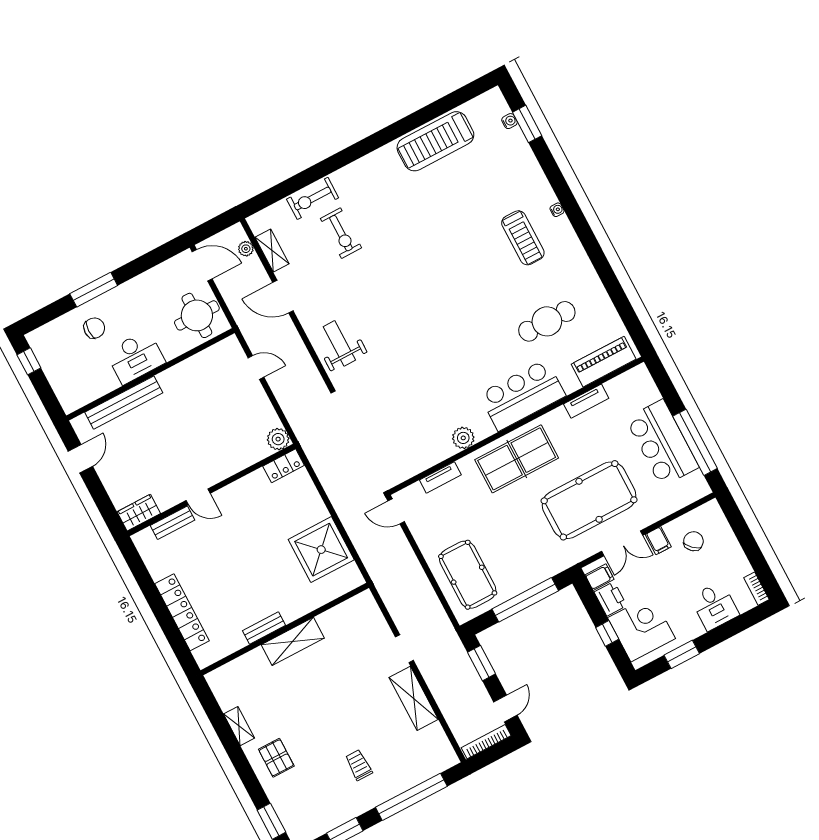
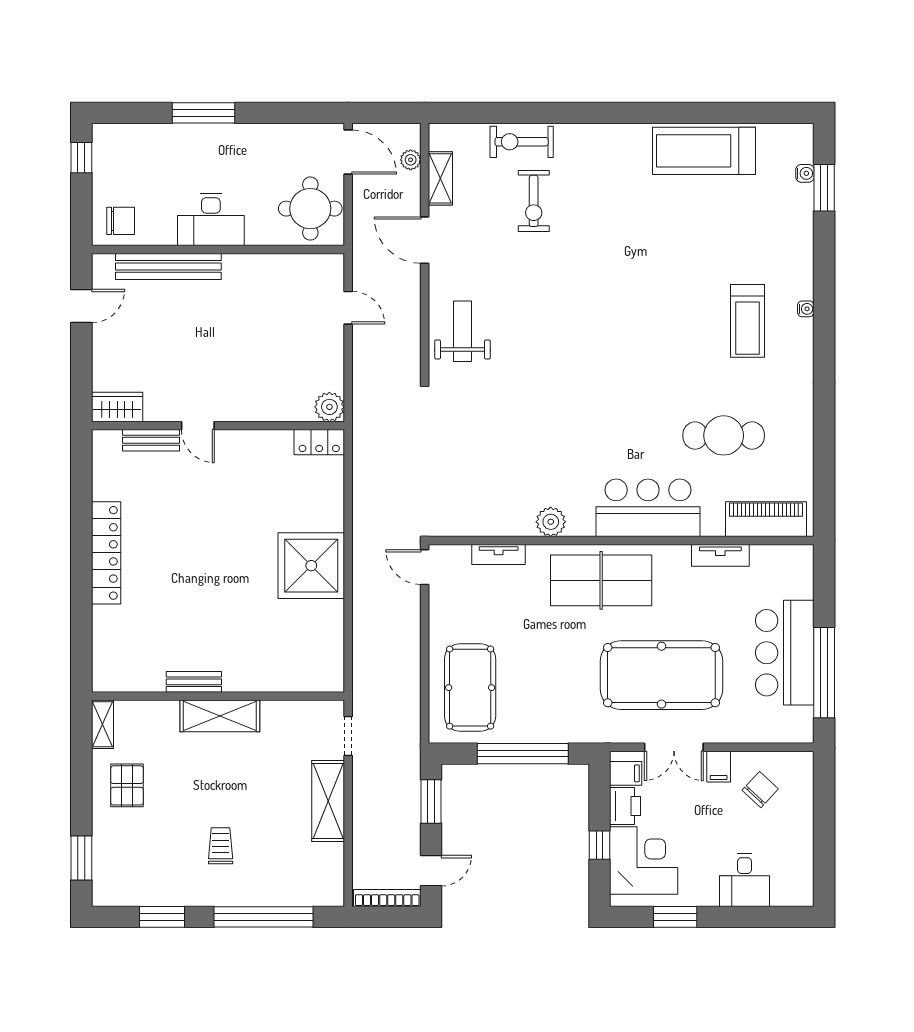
chair: (94, 328) -> (121, 221), moved
bookcase: (756, 589) -> (805, 886), removed
bench: (264, 628) -> (194, 682), moved
wall: (285, 629) -> (218, 696), moved
shelving: (293, 641) -> (220, 716), moved

